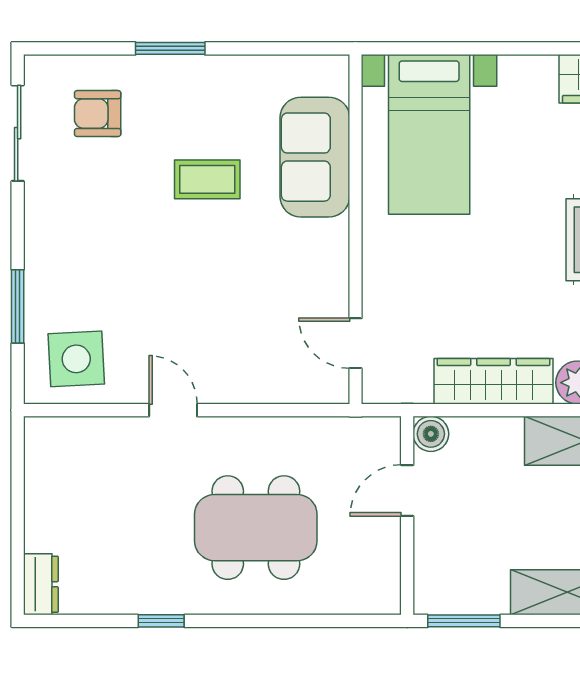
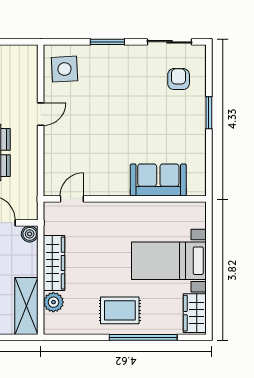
bed with nightstands: (429, 134) -> (169, 261), moved
coffee table: (207, 179) -> (148, 130), removed
window: (18, 306) -> (107, 42), moved

